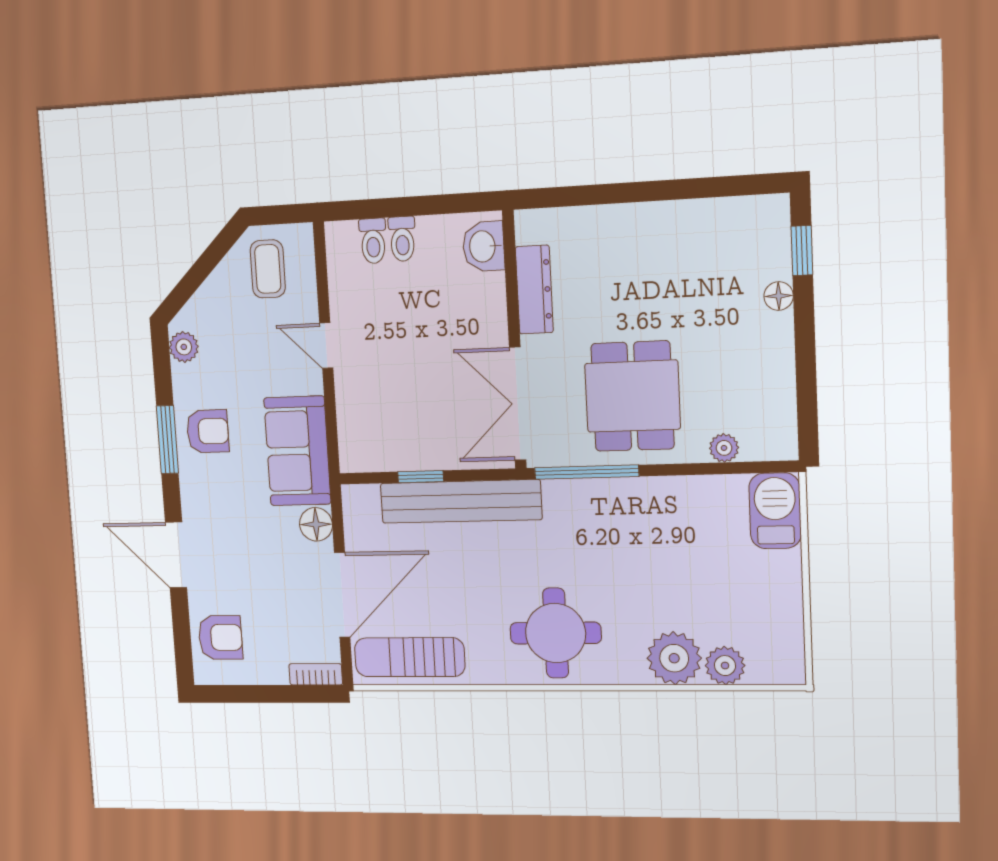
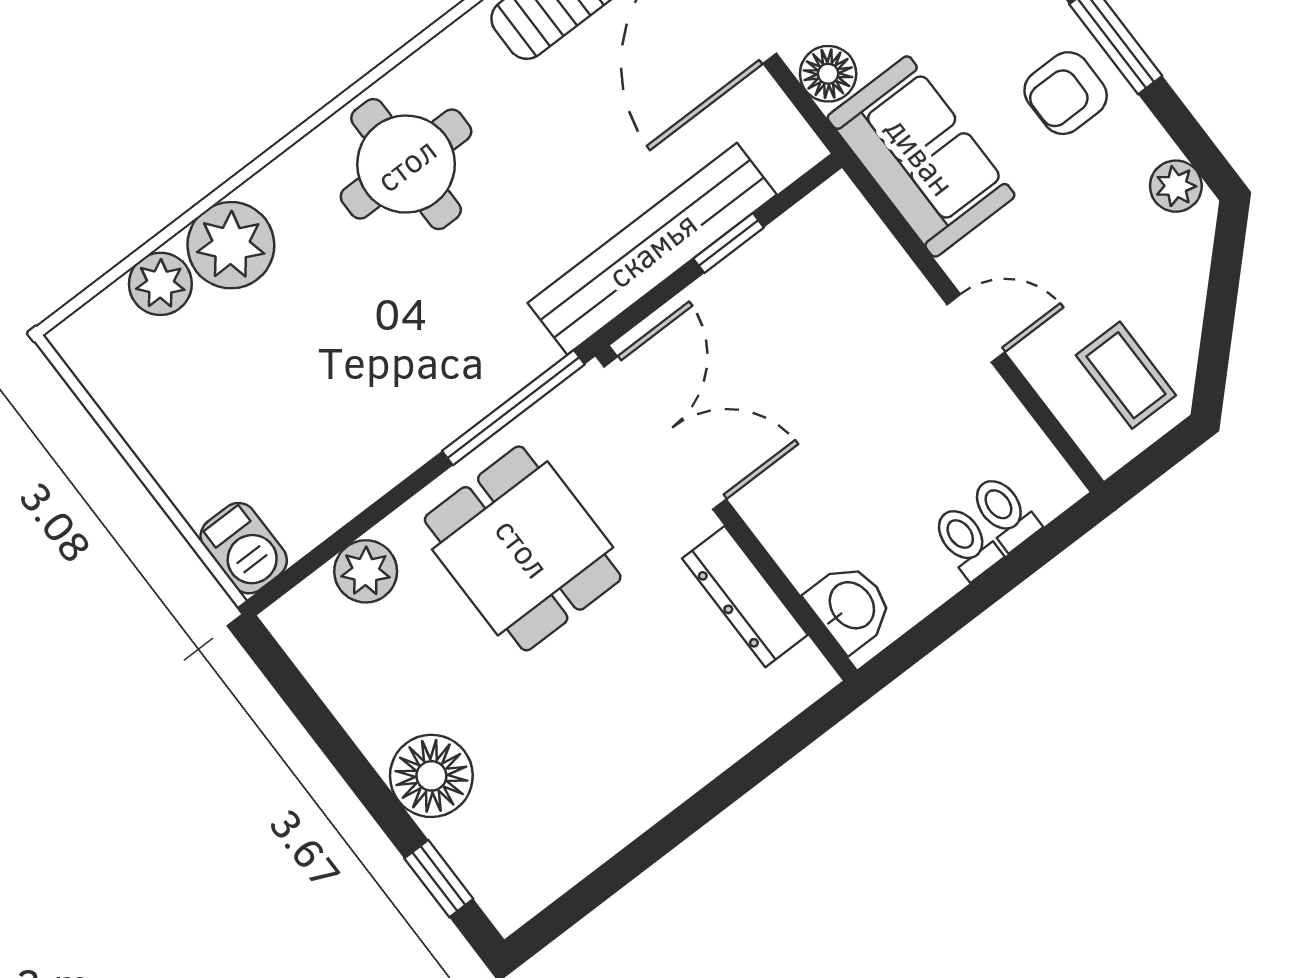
floor lamp: (779, 296) -> (431, 776), width x1.89, depth x1.89
plant: (724, 448) -> (366, 571), width x1.38, depth x1.38
barbecue: (775, 511) -> (244, 548), width x0.73, depth x0.79

